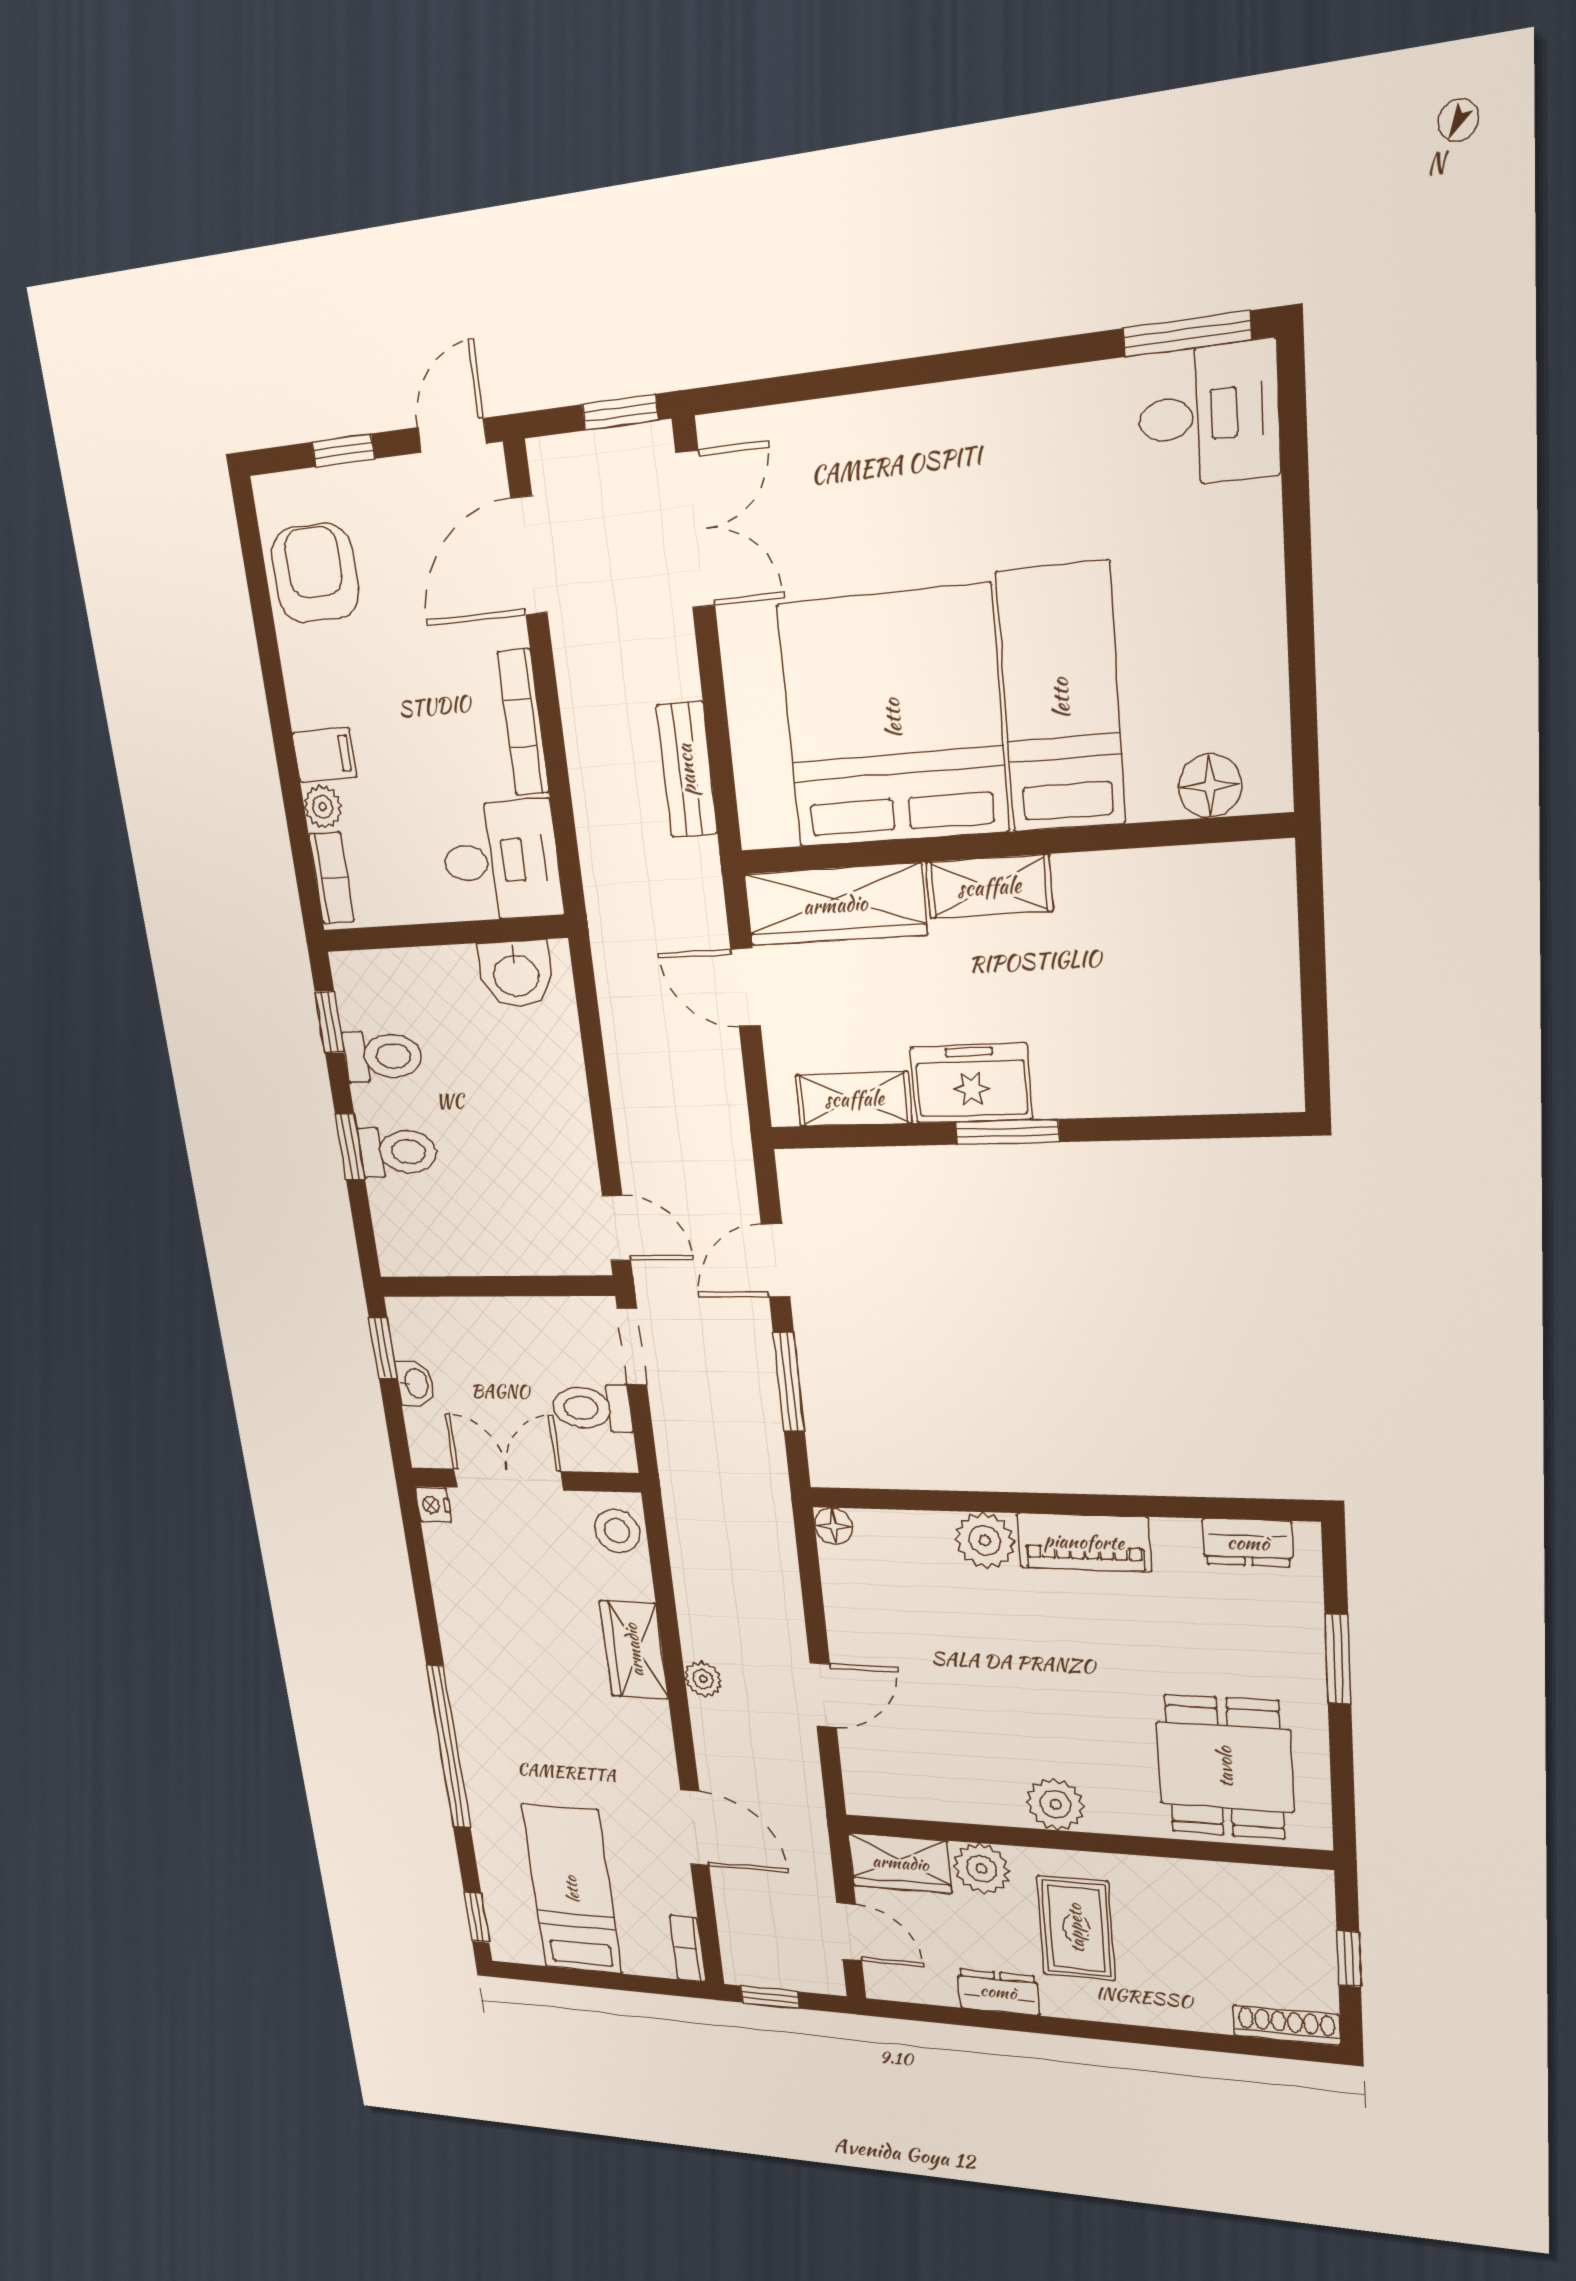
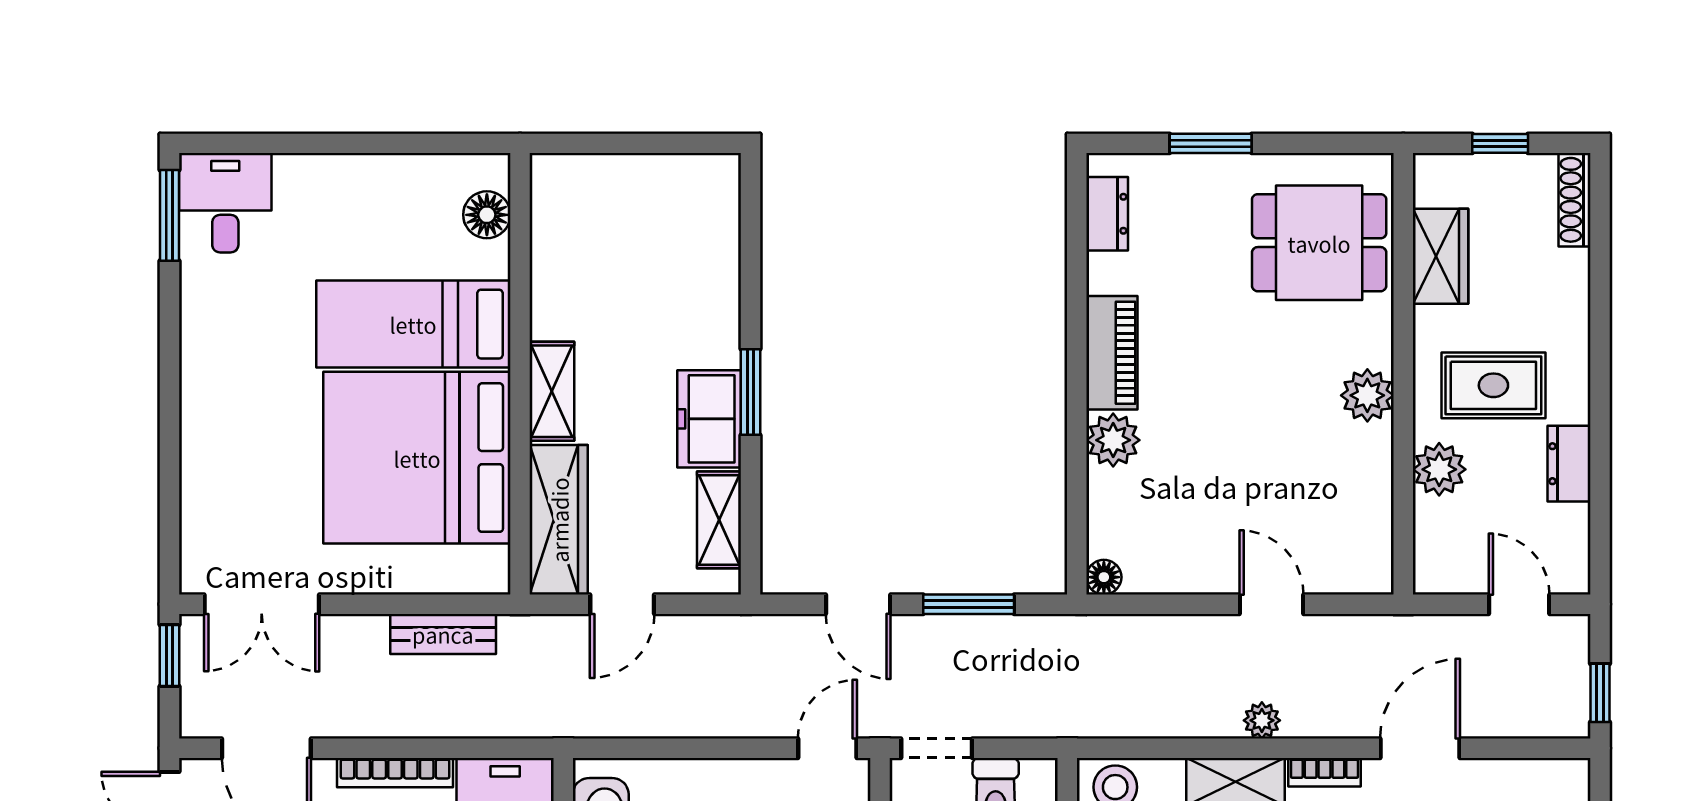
double door: (695, 530) -> (262, 604), swing flipped
wardrobe: (900, 1863) -> (1440, 256), moved
door: (849, 1932) -> (1519, 604), hinge flipped
bookcase: (688, 1949) -> (1324, 772), moved

